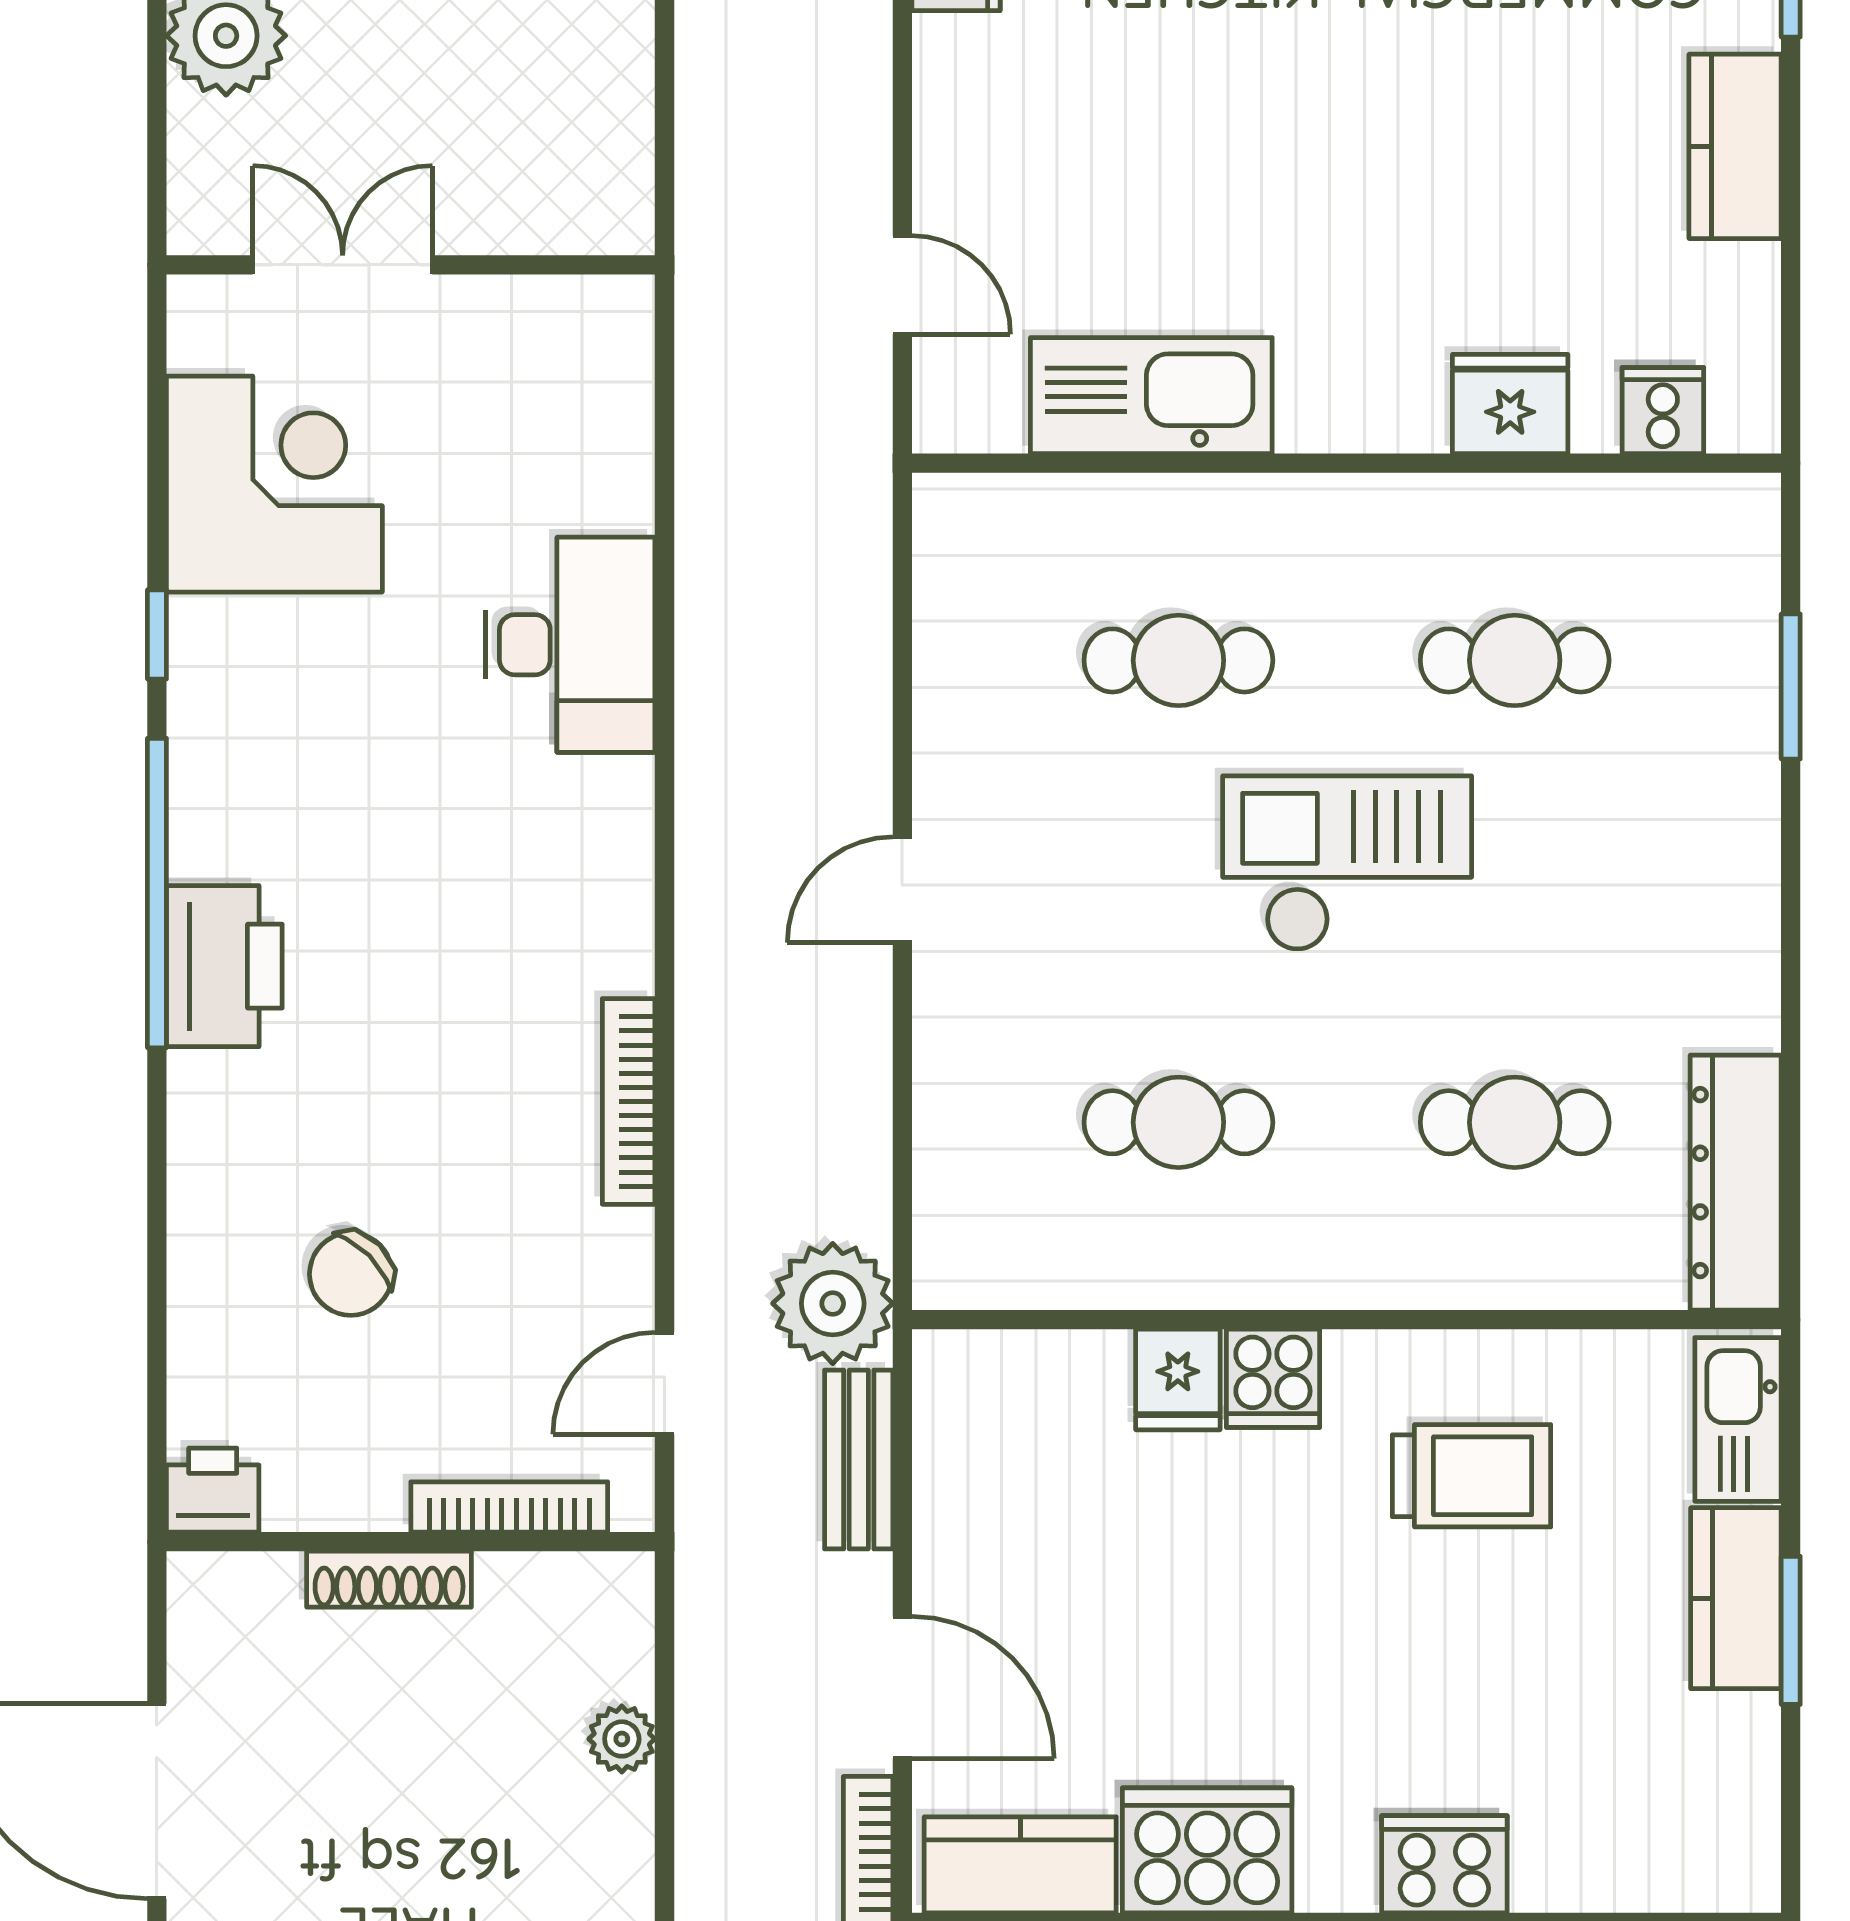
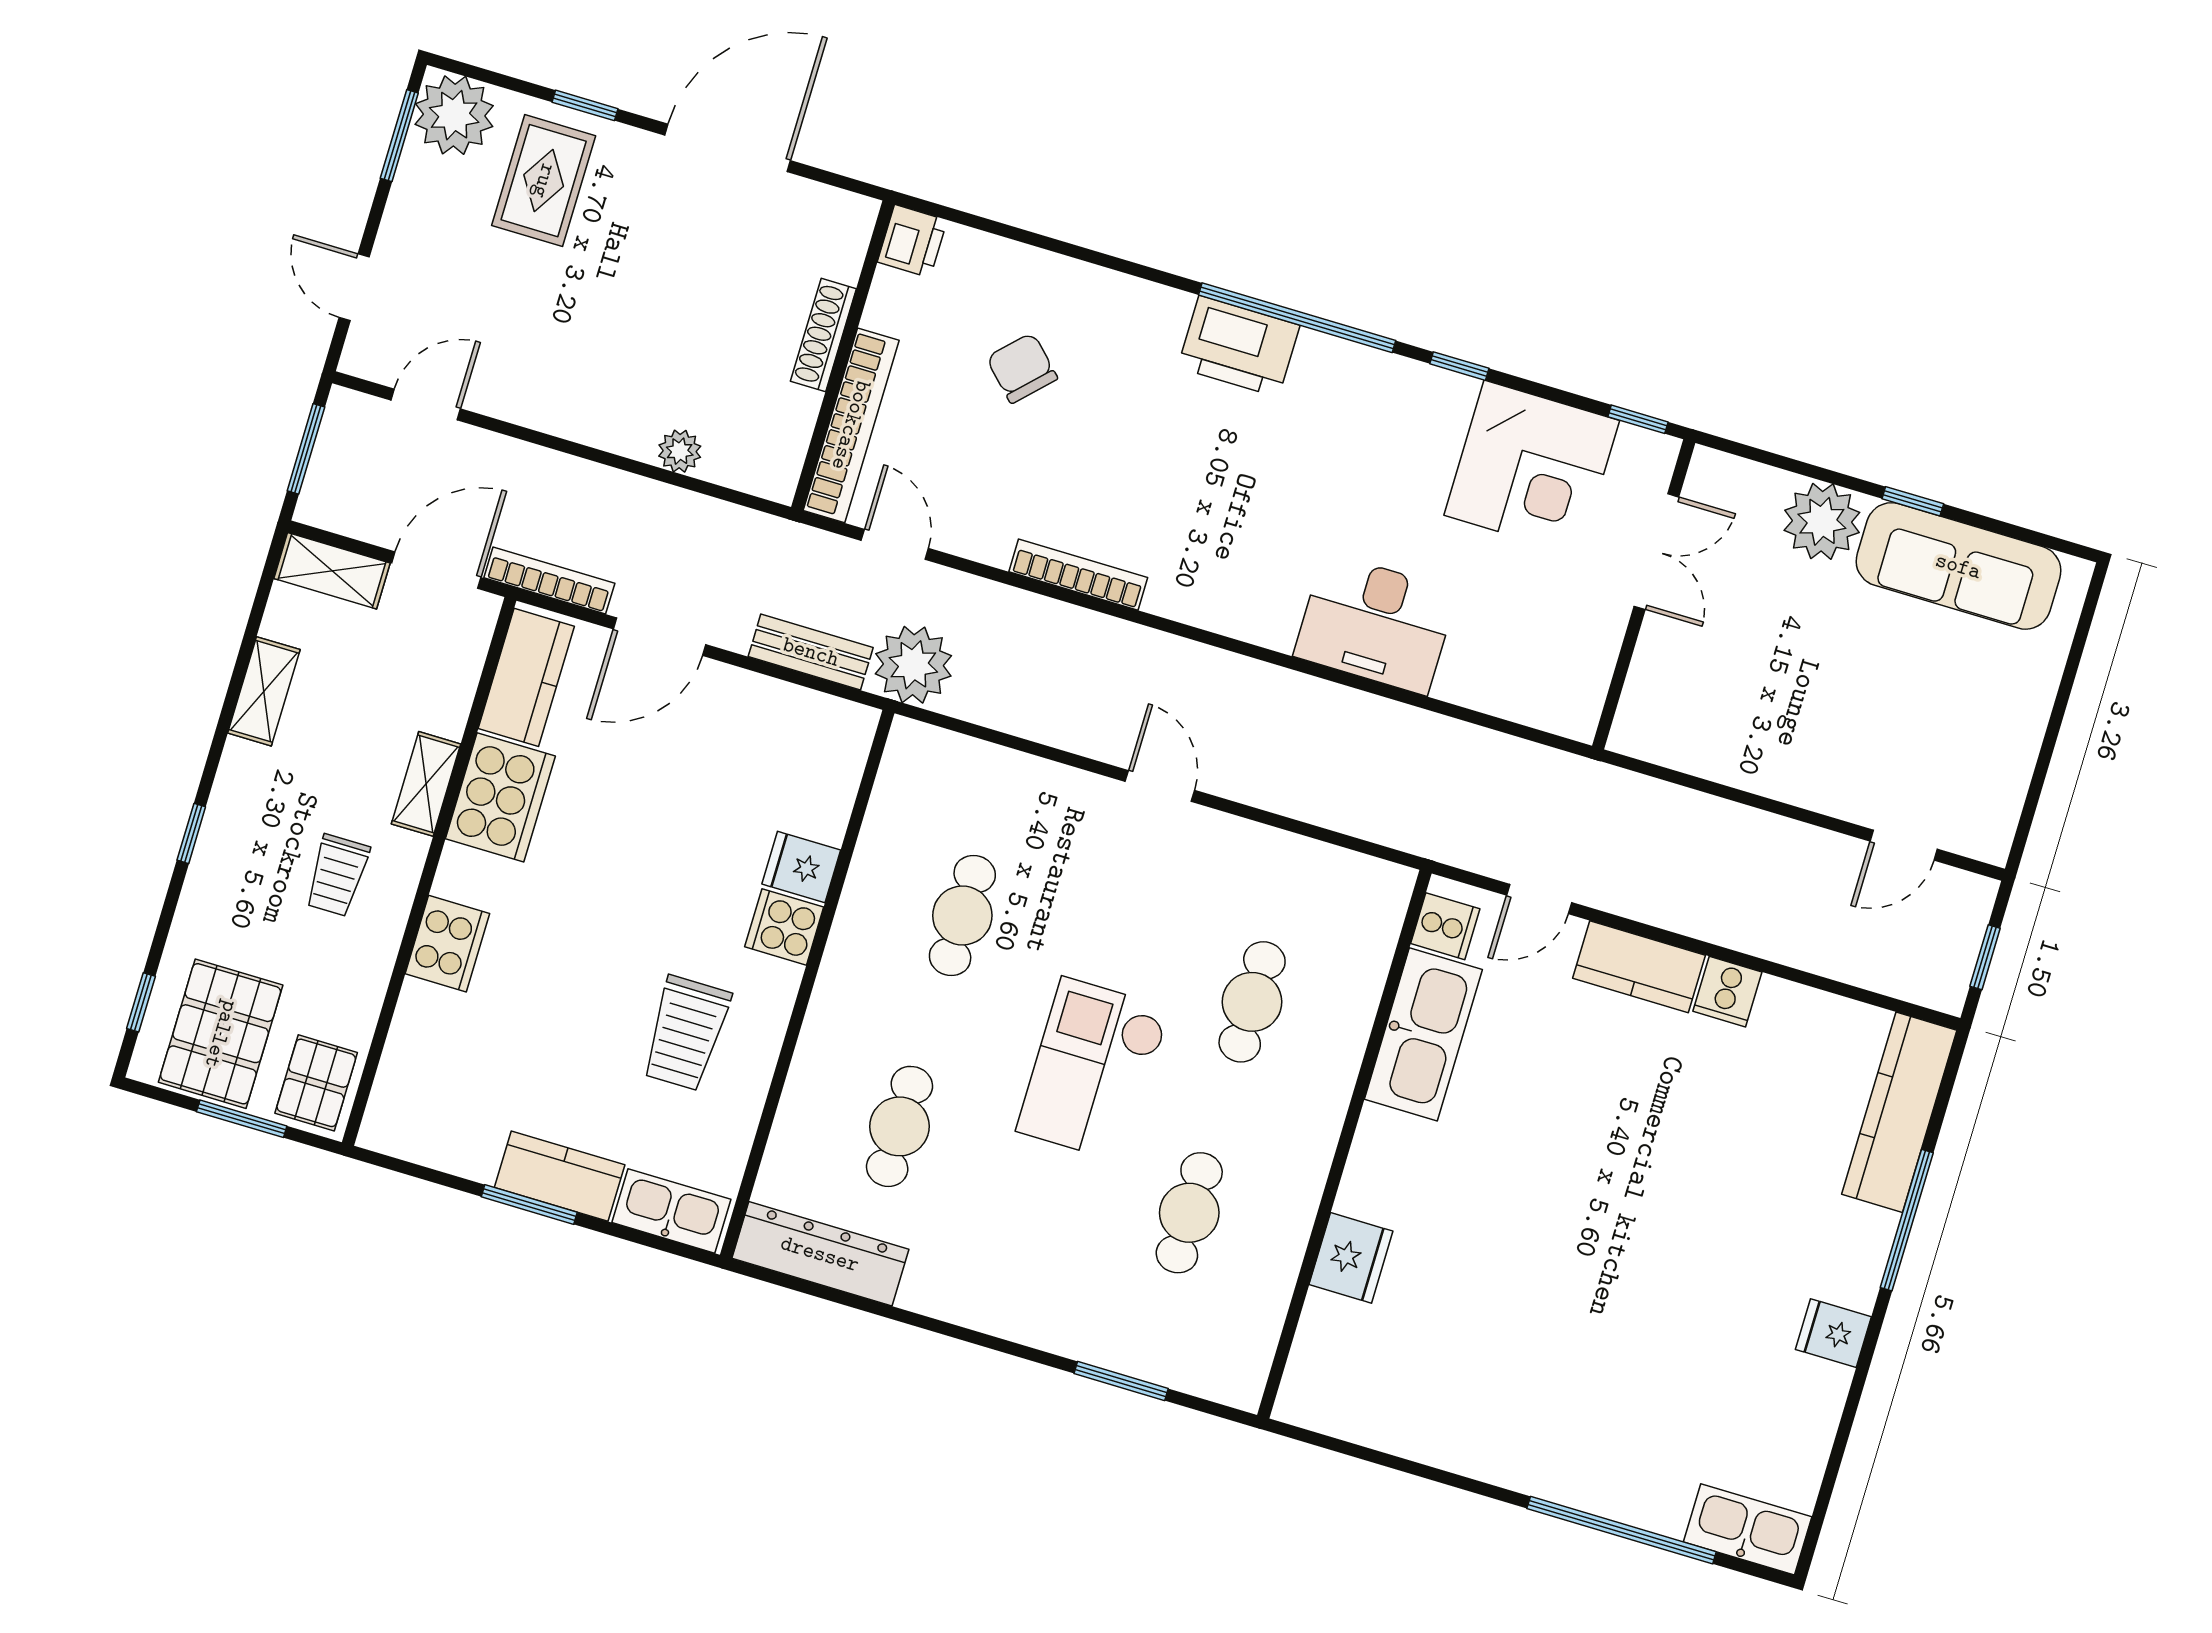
kitchen counter: (1735, 146) -> (1639, 967), moved, turned 180
window: (157, 350) -> (1638, 419), added
cooker: (1663, 411) -> (1445, 926), moved
checkout: (1347, 863) -> (1093, 1070), turned 180
bookcase: (509, 1507) -> (851, 425), width x1.48, depth x1.31

